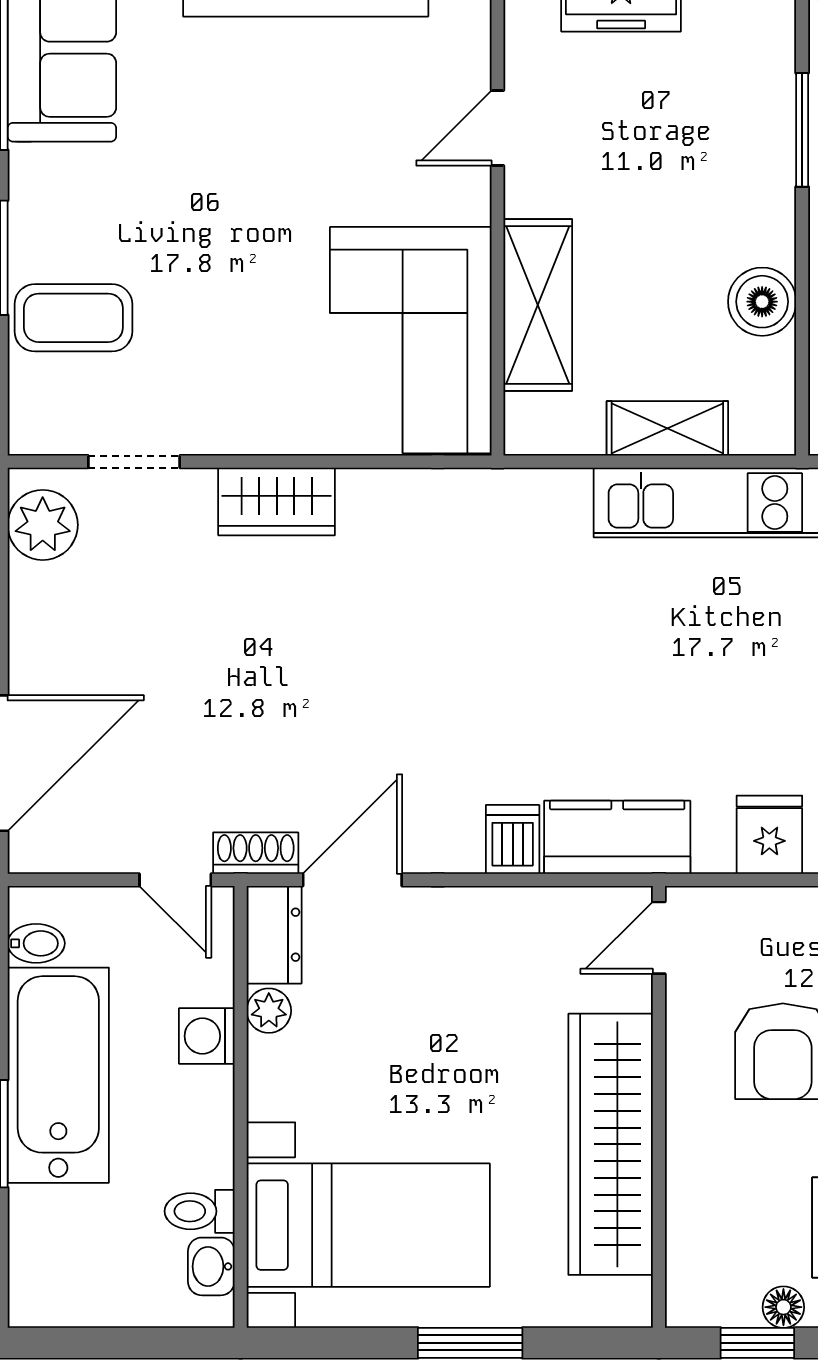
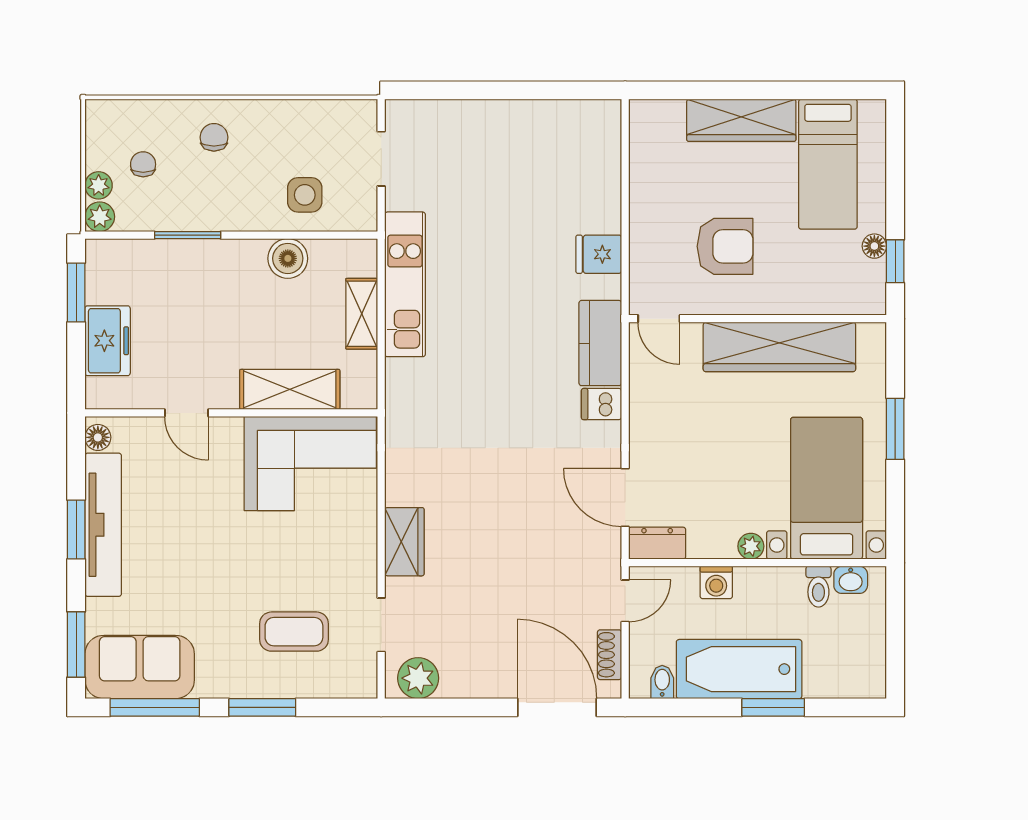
coffee table: (73, 318) -> (294, 632), moved, turned 90
shoe rack: (256, 853) -> (610, 655), moved
plant: (269, 1011) -> (751, 546), moved

